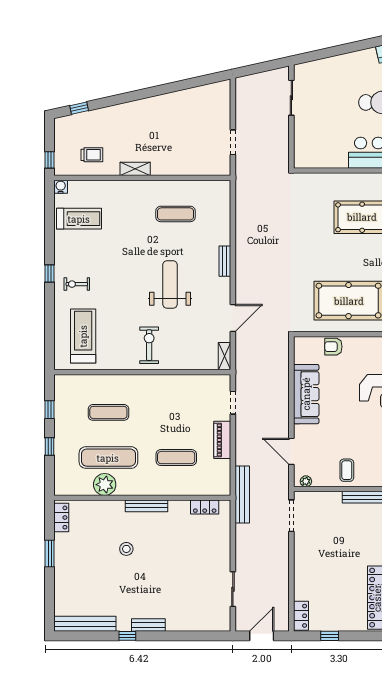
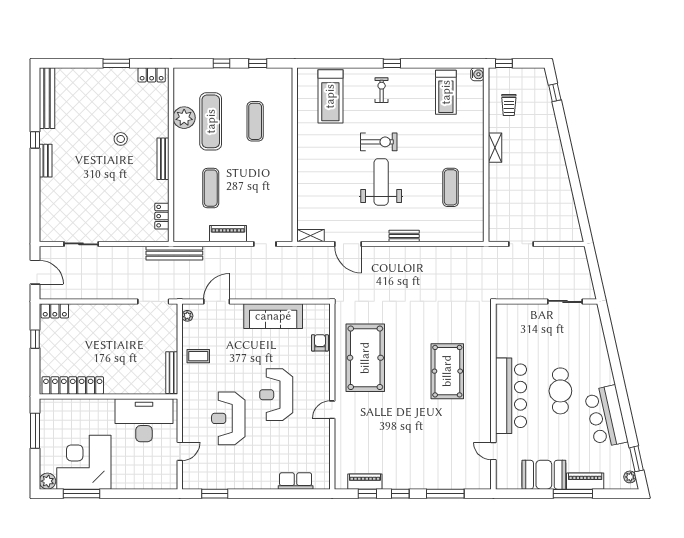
weight bench: (170, 284) -> (381, 182), turned -90
treadmill: (83, 336) -> (330, 96), turned 90
exercise bike: (149, 345) -> (379, 142), moved

